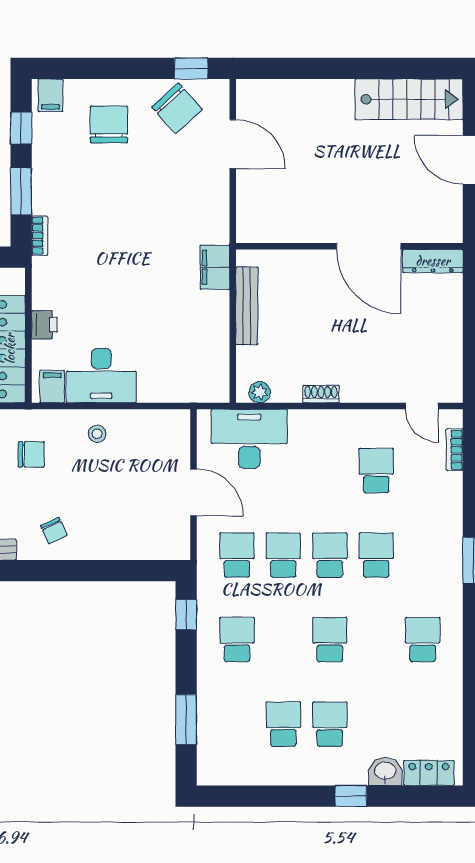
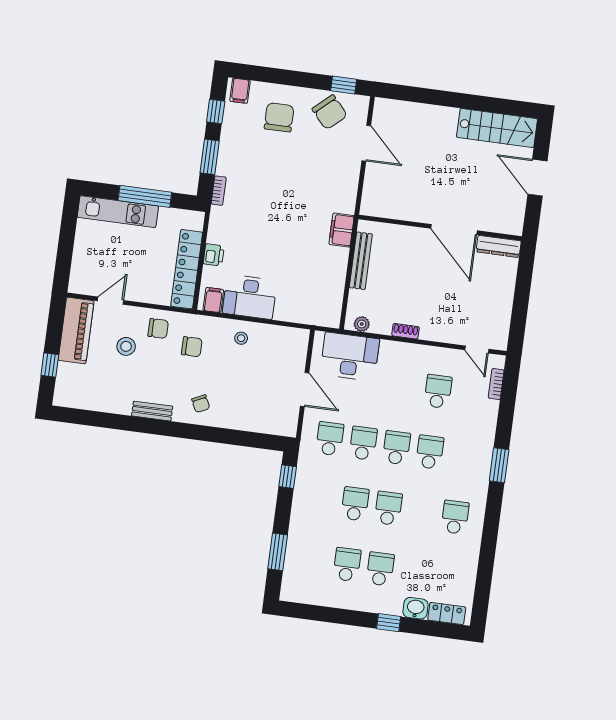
school desk: (237, 640) -> (355, 504), moved

